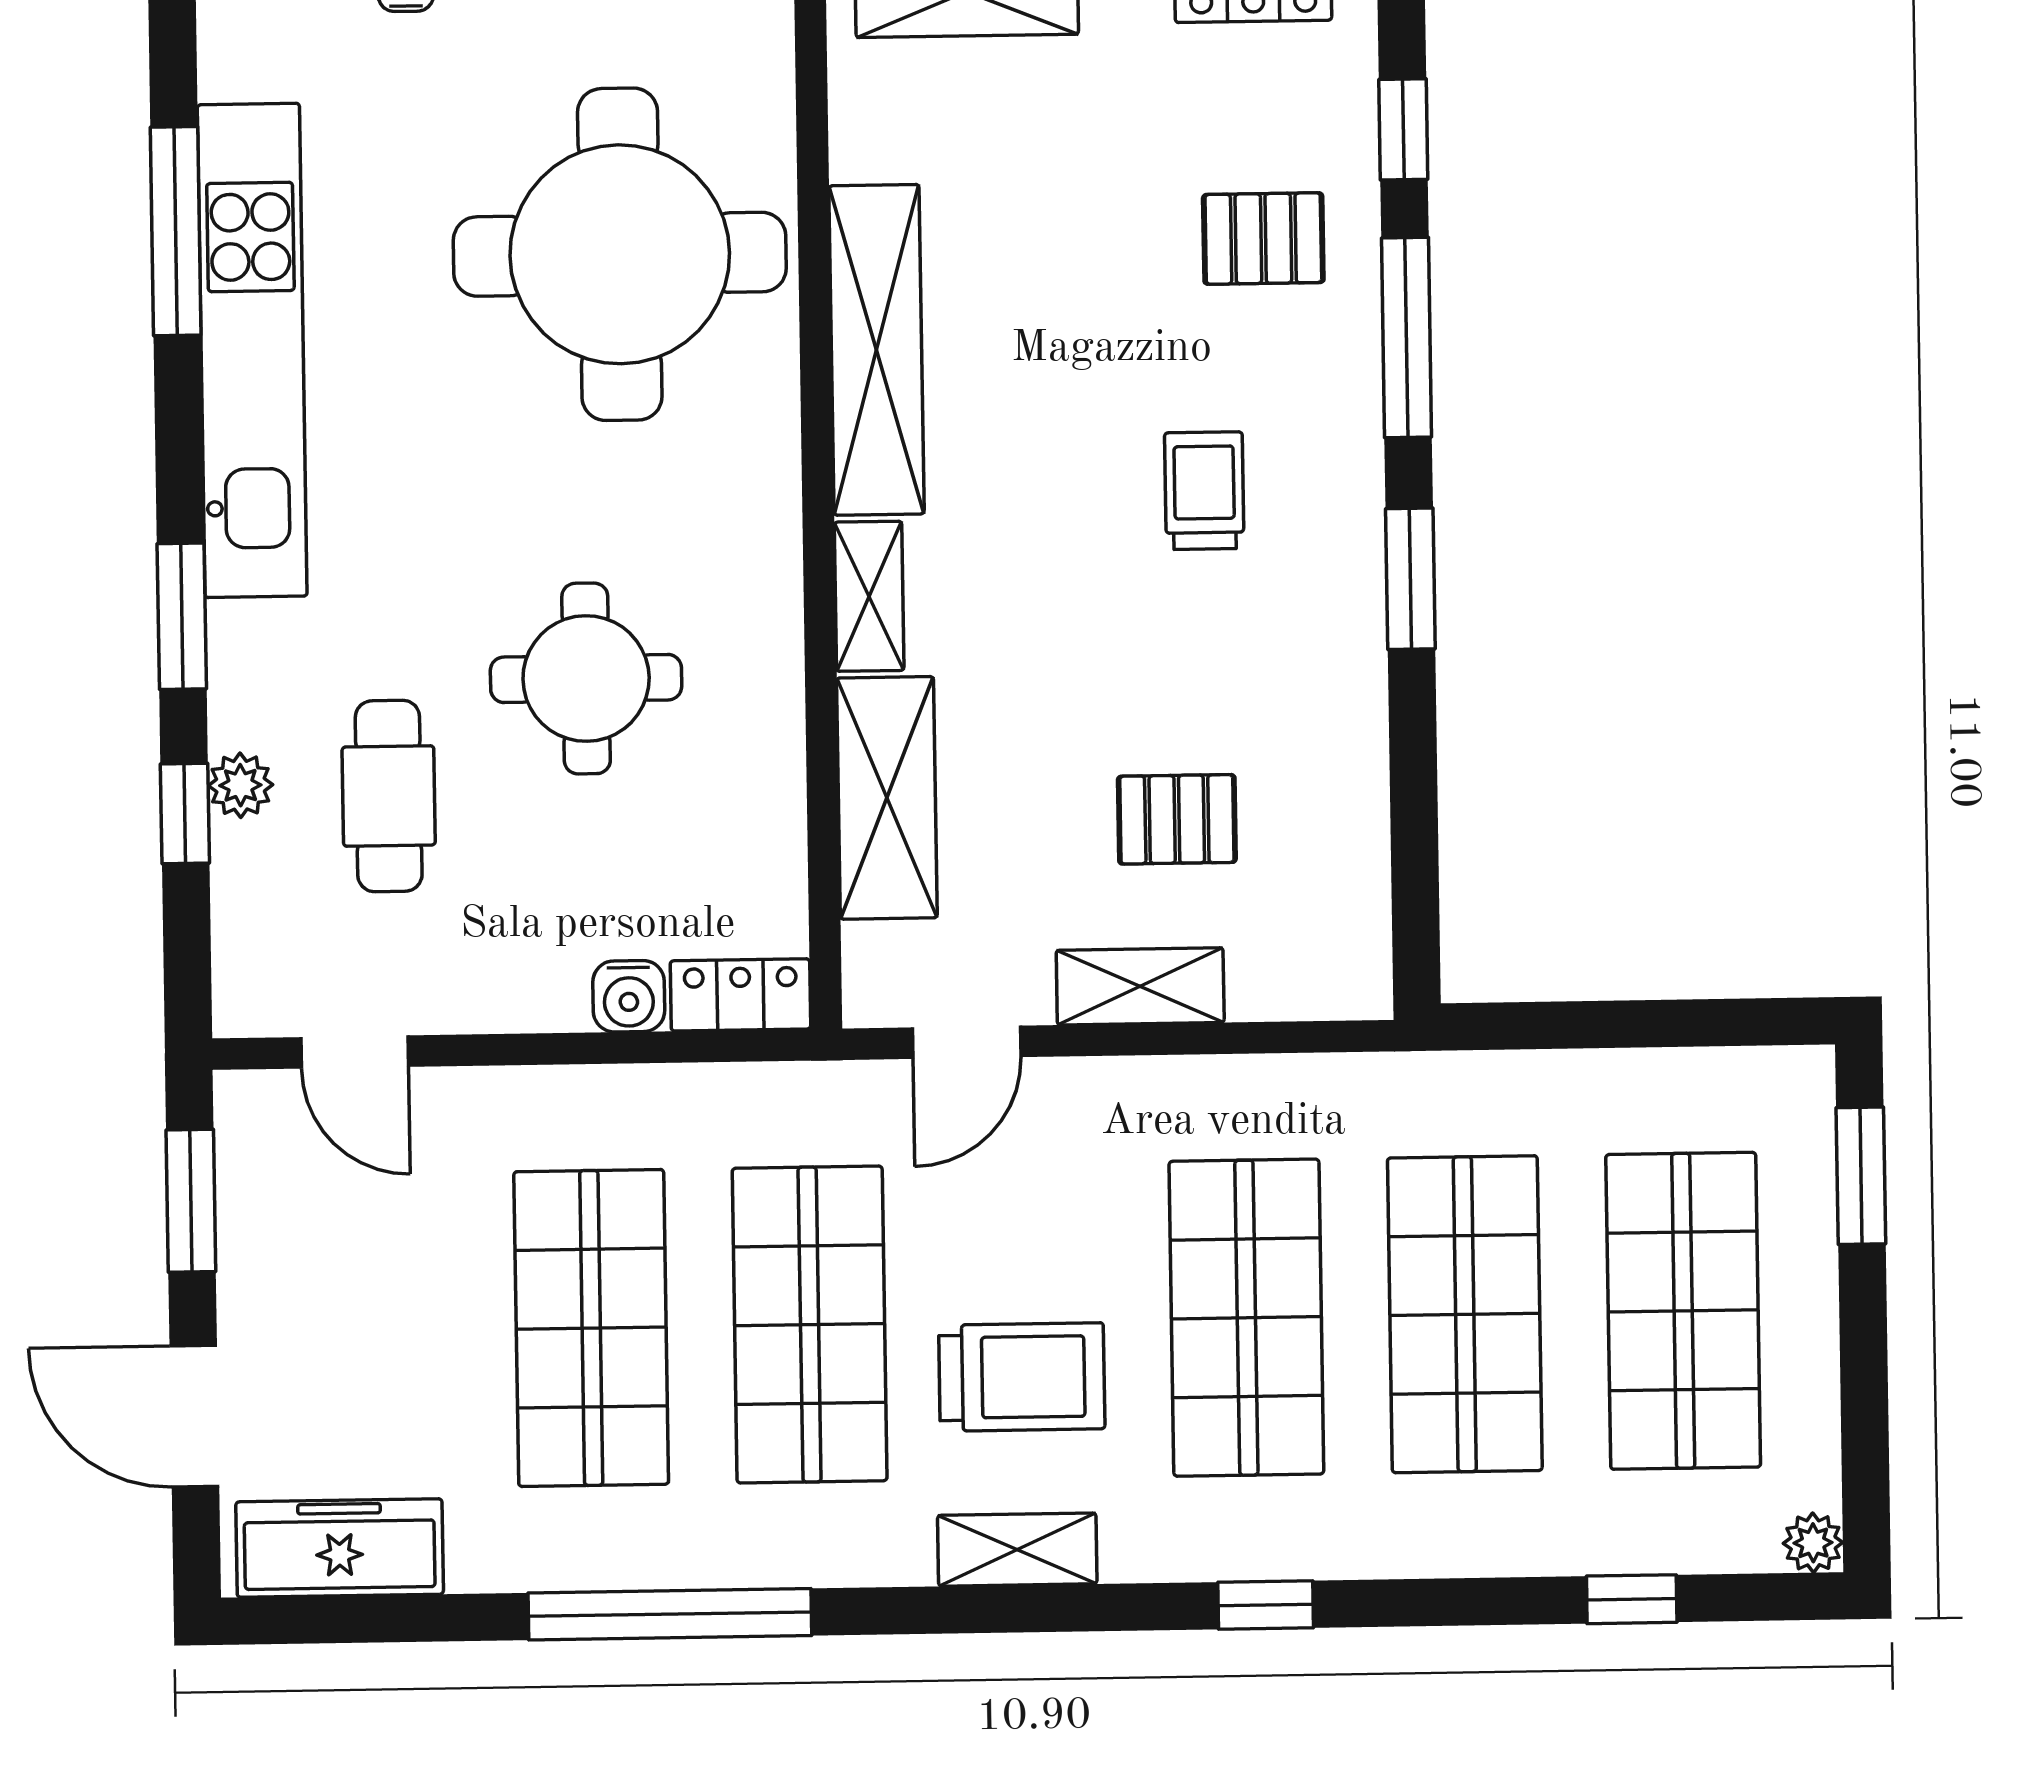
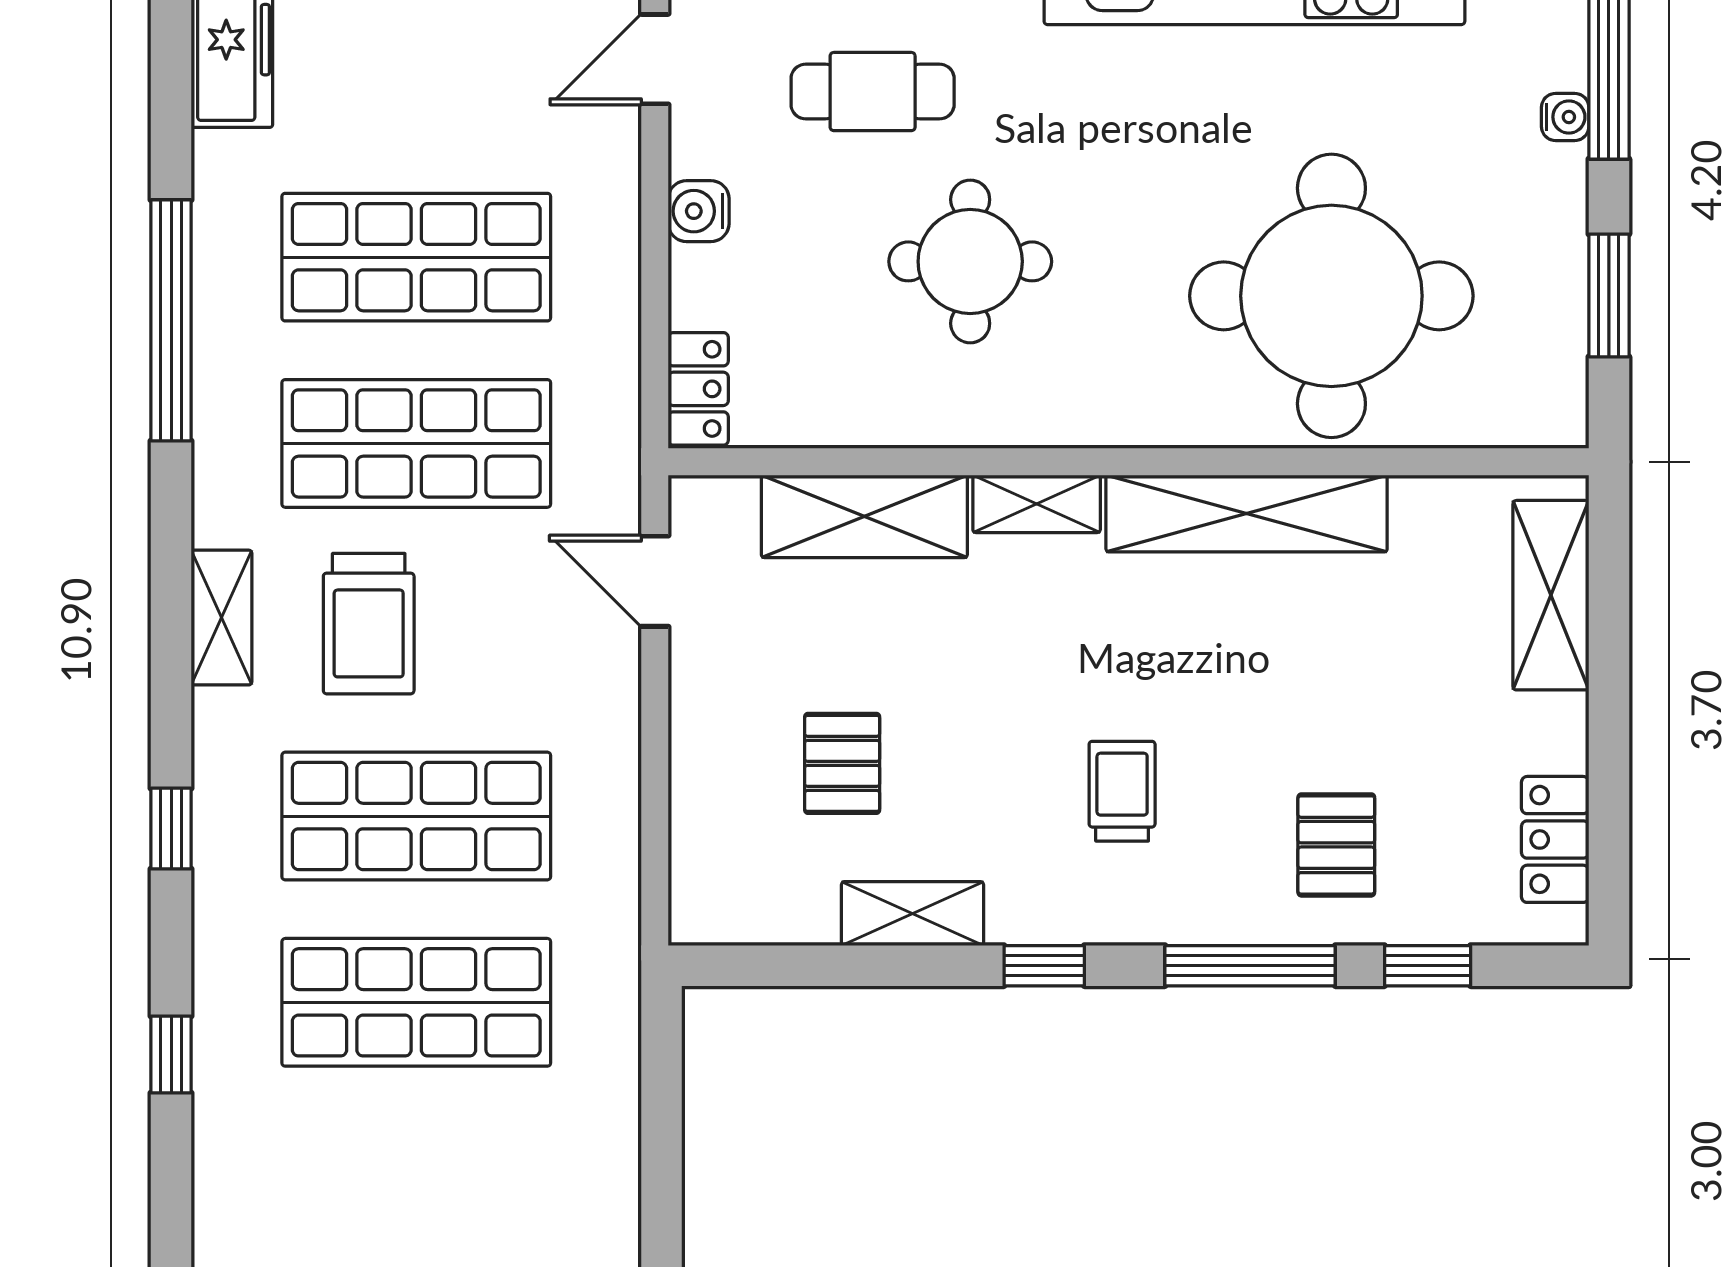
trolley: (1204, 491) -> (1122, 791), turned -90
window: (1410, 579) -> (1044, 966), width x0.67
shelving: (1140, 986) -> (912, 914), moved, turned 90
water cooler: (629, 996) -> (699, 211), moved
shop shelf: (1683, 1311) -> (416, 1189), removed
window: (1632, 1599) -> (171, 1055), moved

